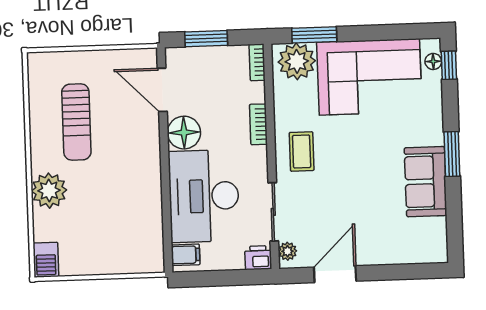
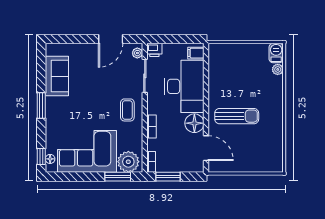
window: (206, 39) -> (168, 177), moved
sun lounger: (76, 122) -> (237, 116), moved, turned 90
sofa: (426, 182) -> (57, 76), moved
plant: (49, 191) -> (278, 69), moved, width x0.53, depth x0.53

